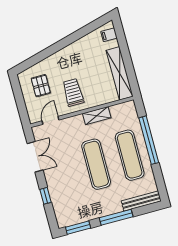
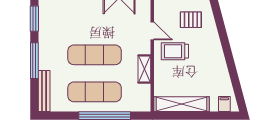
trolley: (73, 92) -> (175, 51), turned 180
door: (51, 120) -> (152, 31), moved

